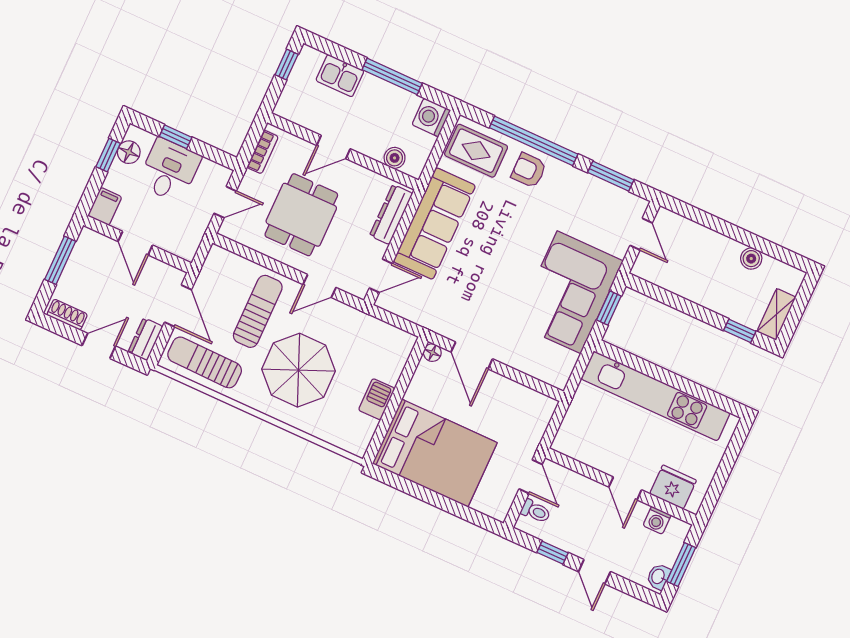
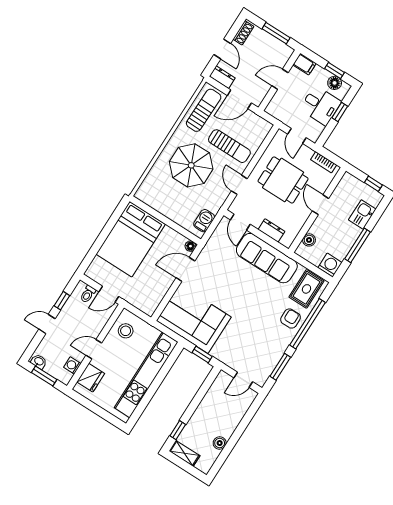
dresser: (391, 214) -> (271, 230), width x0.70
corner sofa: (569, 292) -> (194, 319), moved
barbecue: (377, 399) -> (204, 221), moved, turned -90
stool: (587, 440) -> (126, 331), added

